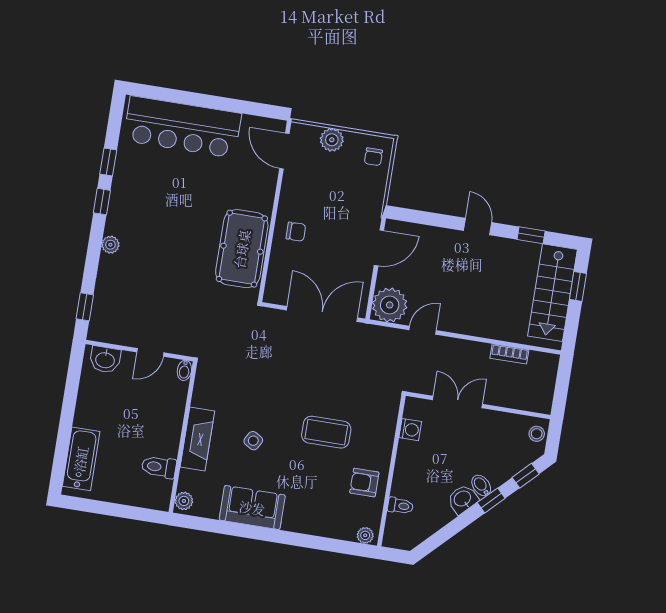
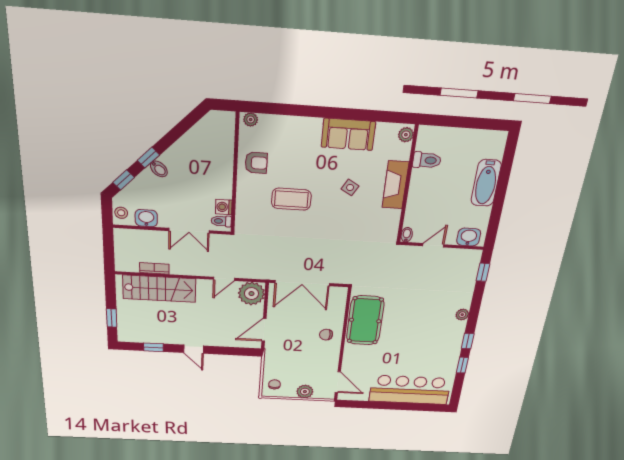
stairs: (552, 293) -> (159, 289), moved, turned 90
bathtub: (81, 459) -> (486, 183), moved
washbasin: (463, 499) -> (146, 218), moved, turned -135
toilet: (400, 506) -> (221, 221), moved

